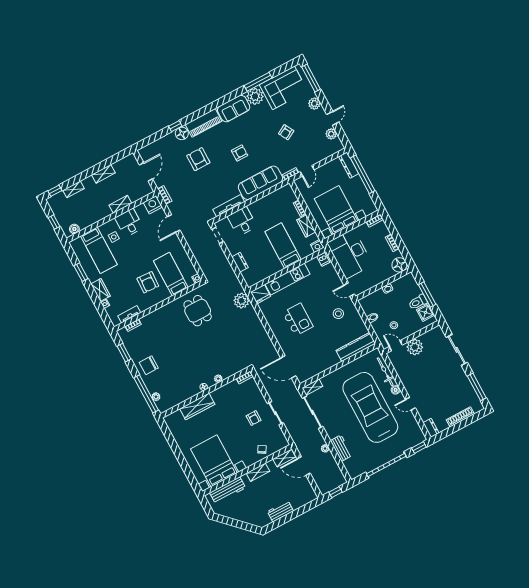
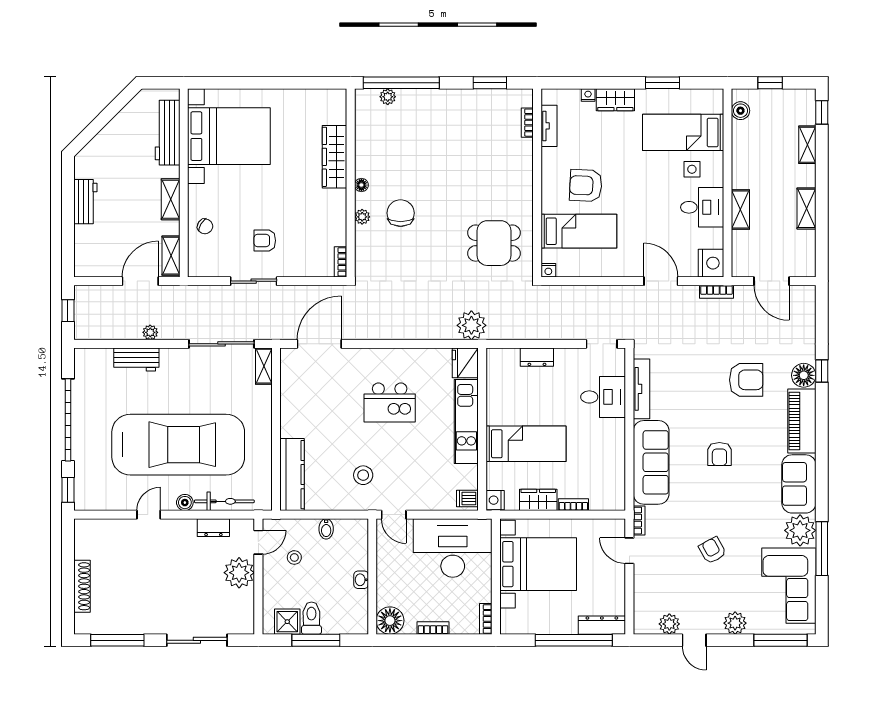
door: (349, 290) -> (394, 515), swing flipped
chair: (149, 365) -> (401, 213), moved
dresser: (431, 428) -> (213, 528), moved

